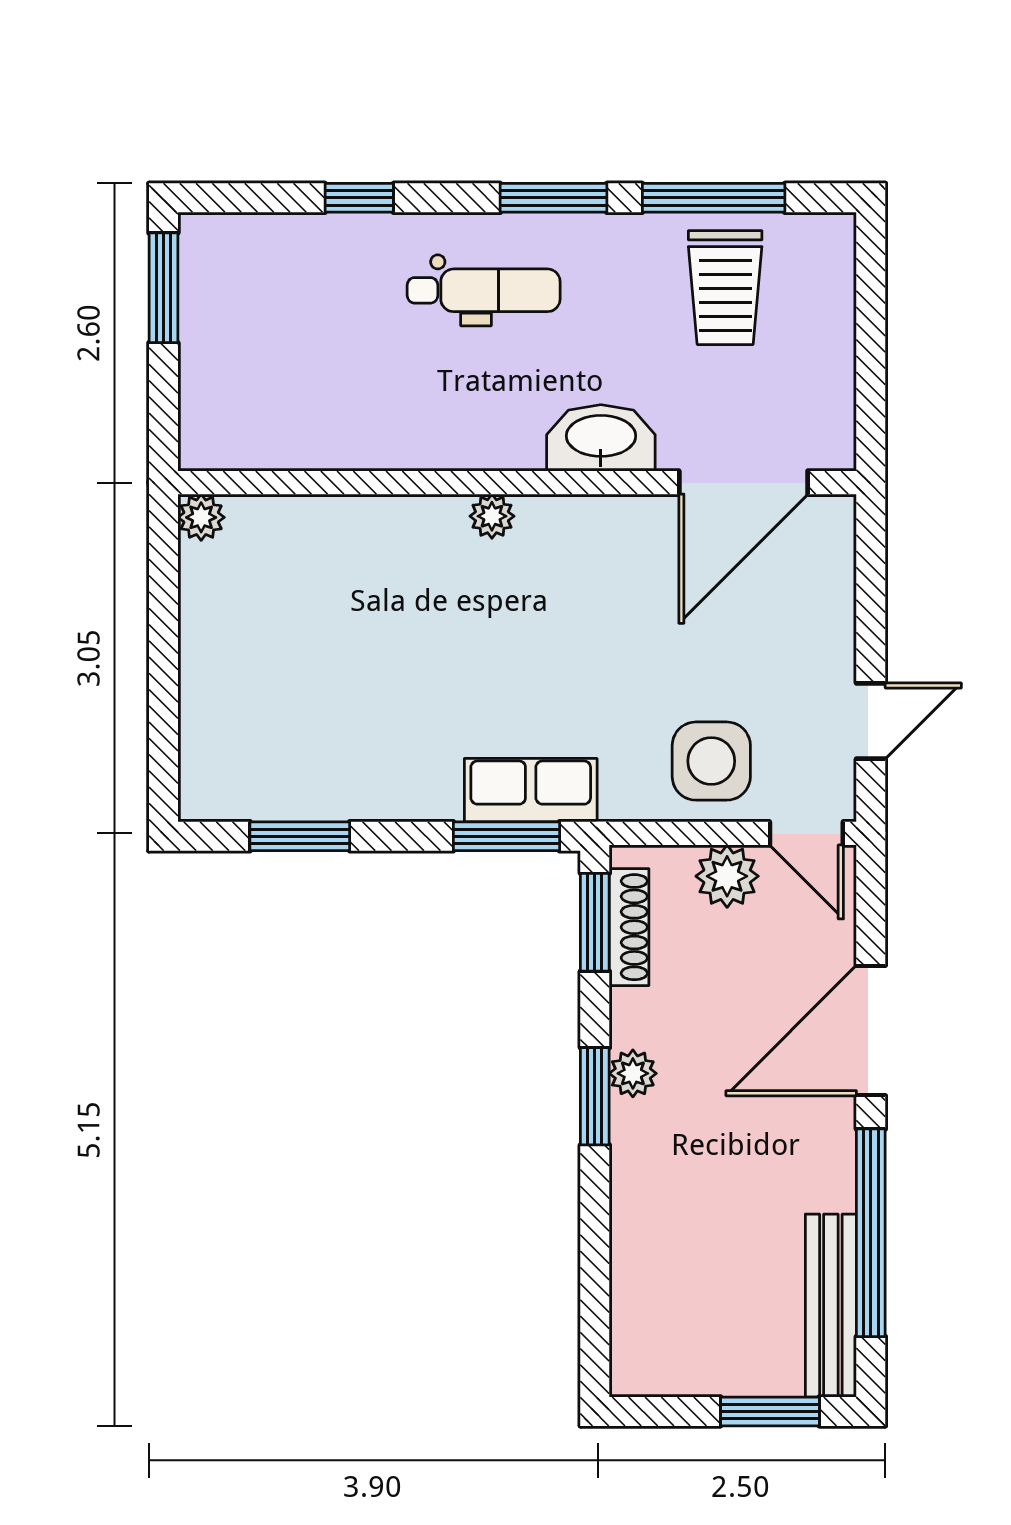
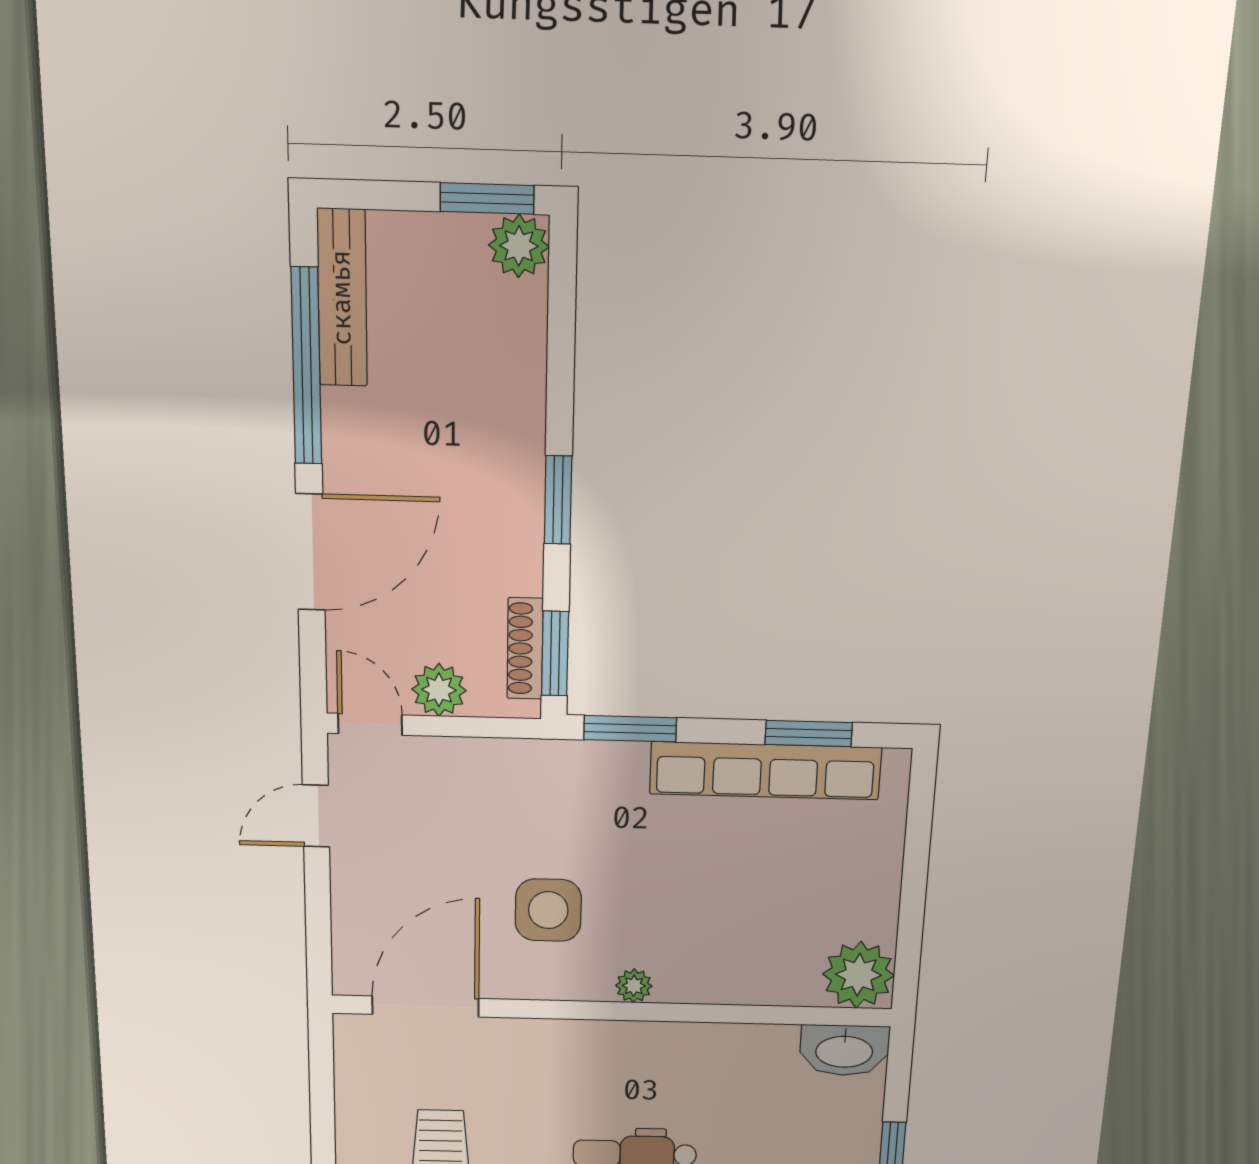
washbasin: (601, 438) -> (844, 1050), moved
plant: (201, 517) -> (859, 975), width x1.88, depth x1.88
side table: (711, 761) -> (548, 910), moved
row of seats: (531, 790) -> (765, 771), moved, width x2.02
plant: (633, 1073) -> (519, 246), moved, width x1.38, depth x1.38
window: (770, 1411) -> (487, 198), moved

